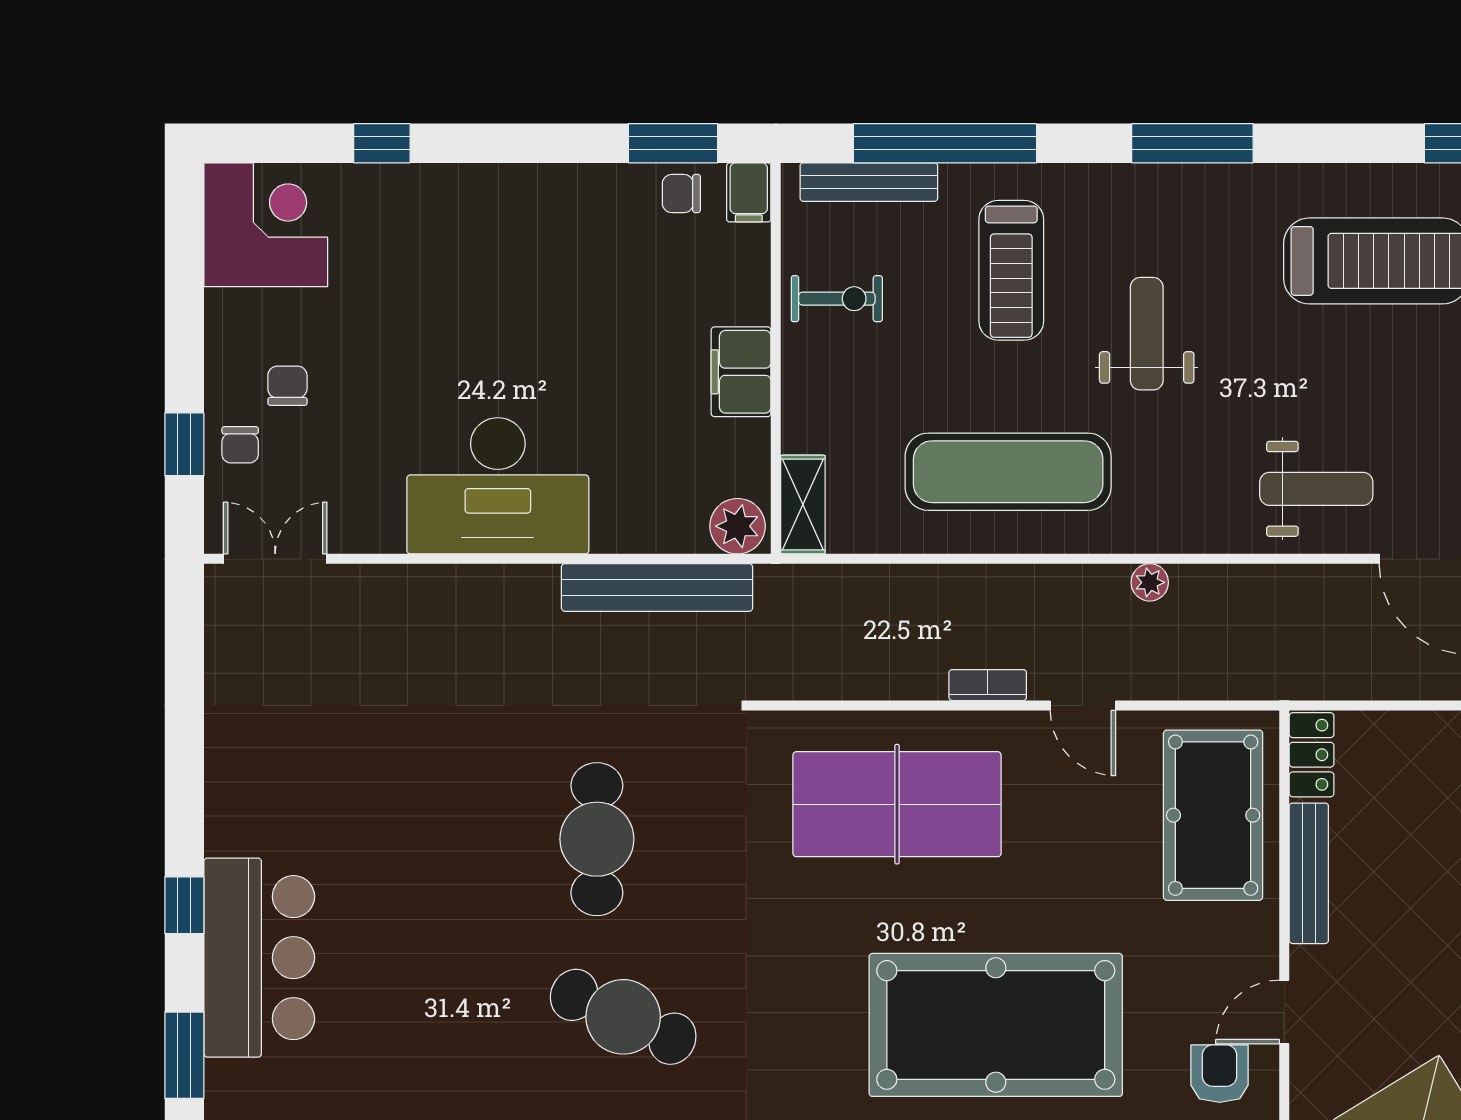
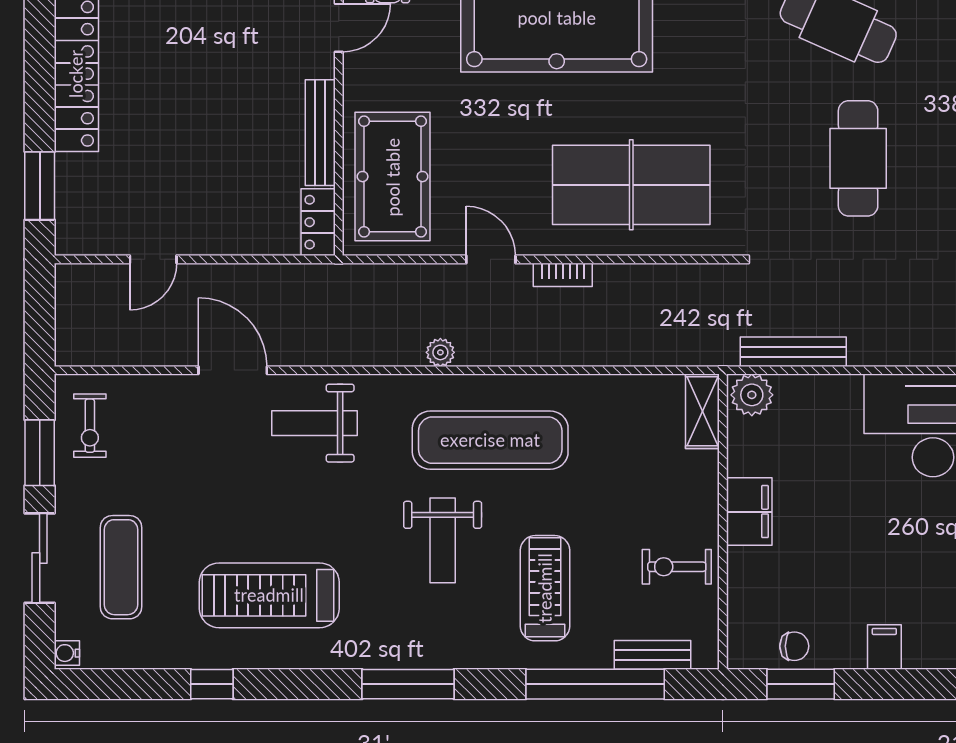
bench: (869, 182) -> (653, 655), width x0.73
filing cabinet: (749, 192) -> (884, 647), moved
exercise mat: (1008, 472) -> (490, 440), moved
bench: (657, 587) -> (793, 352), width x0.73, depth x0.82

